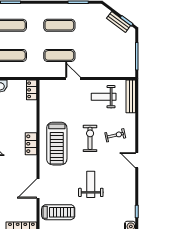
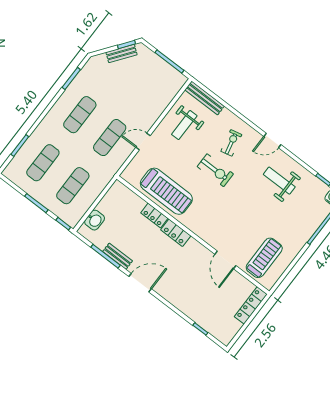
locker: (32, 90) -> (154, 215), moved
exercise bike: (90, 138) -> (215, 170), turned 180
treadmill: (57, 144) -> (166, 191), moved
weight bench: (91, 184) -> (279, 181), moved

